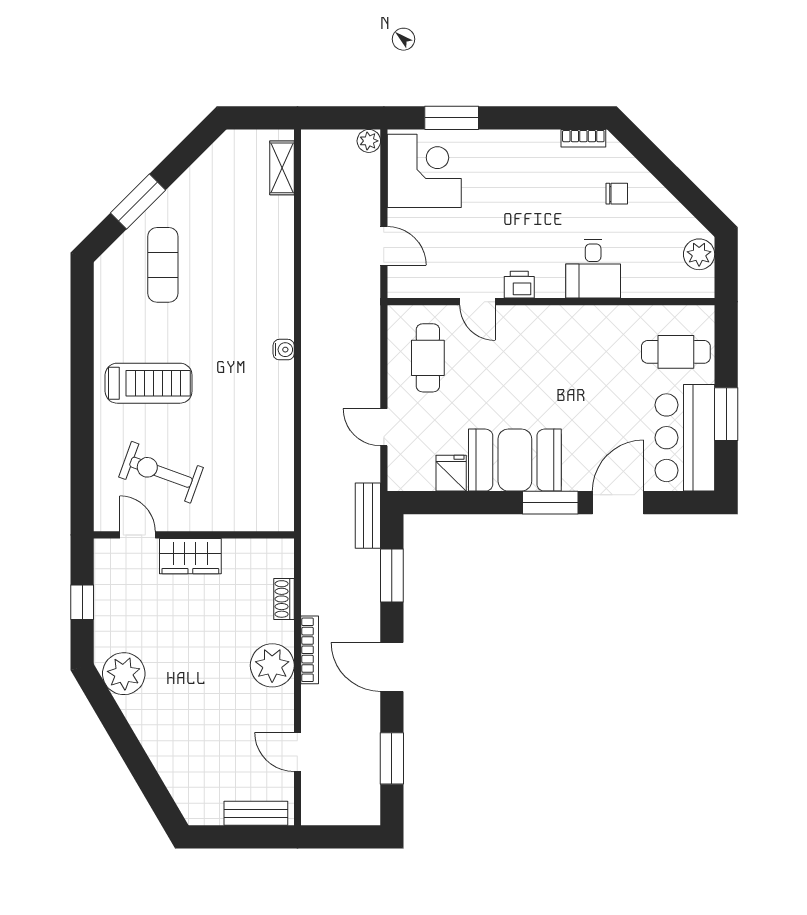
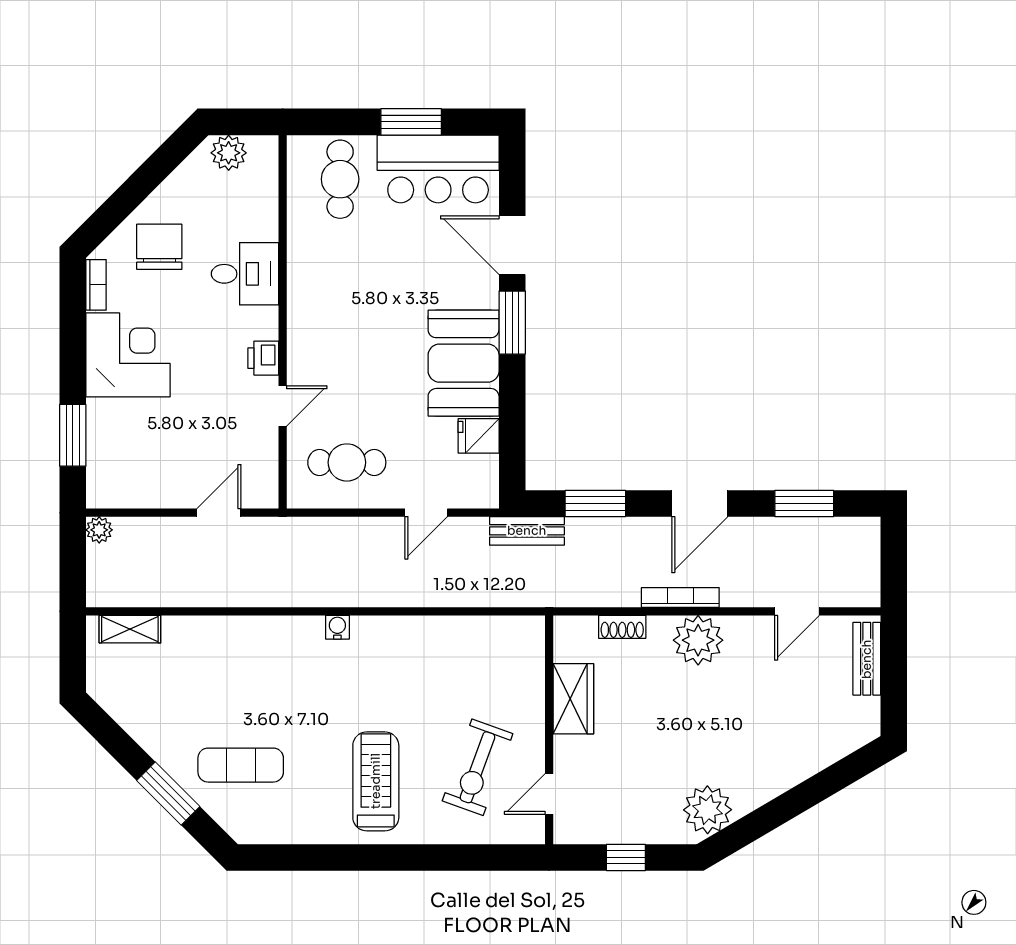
corner desk: (424, 171) -> (128, 355), moved, turned 90
chair: (617, 194) -> (159, 247), width x1.87, depth x1.87
wardrobe: (190, 556) -> (573, 699), moved

